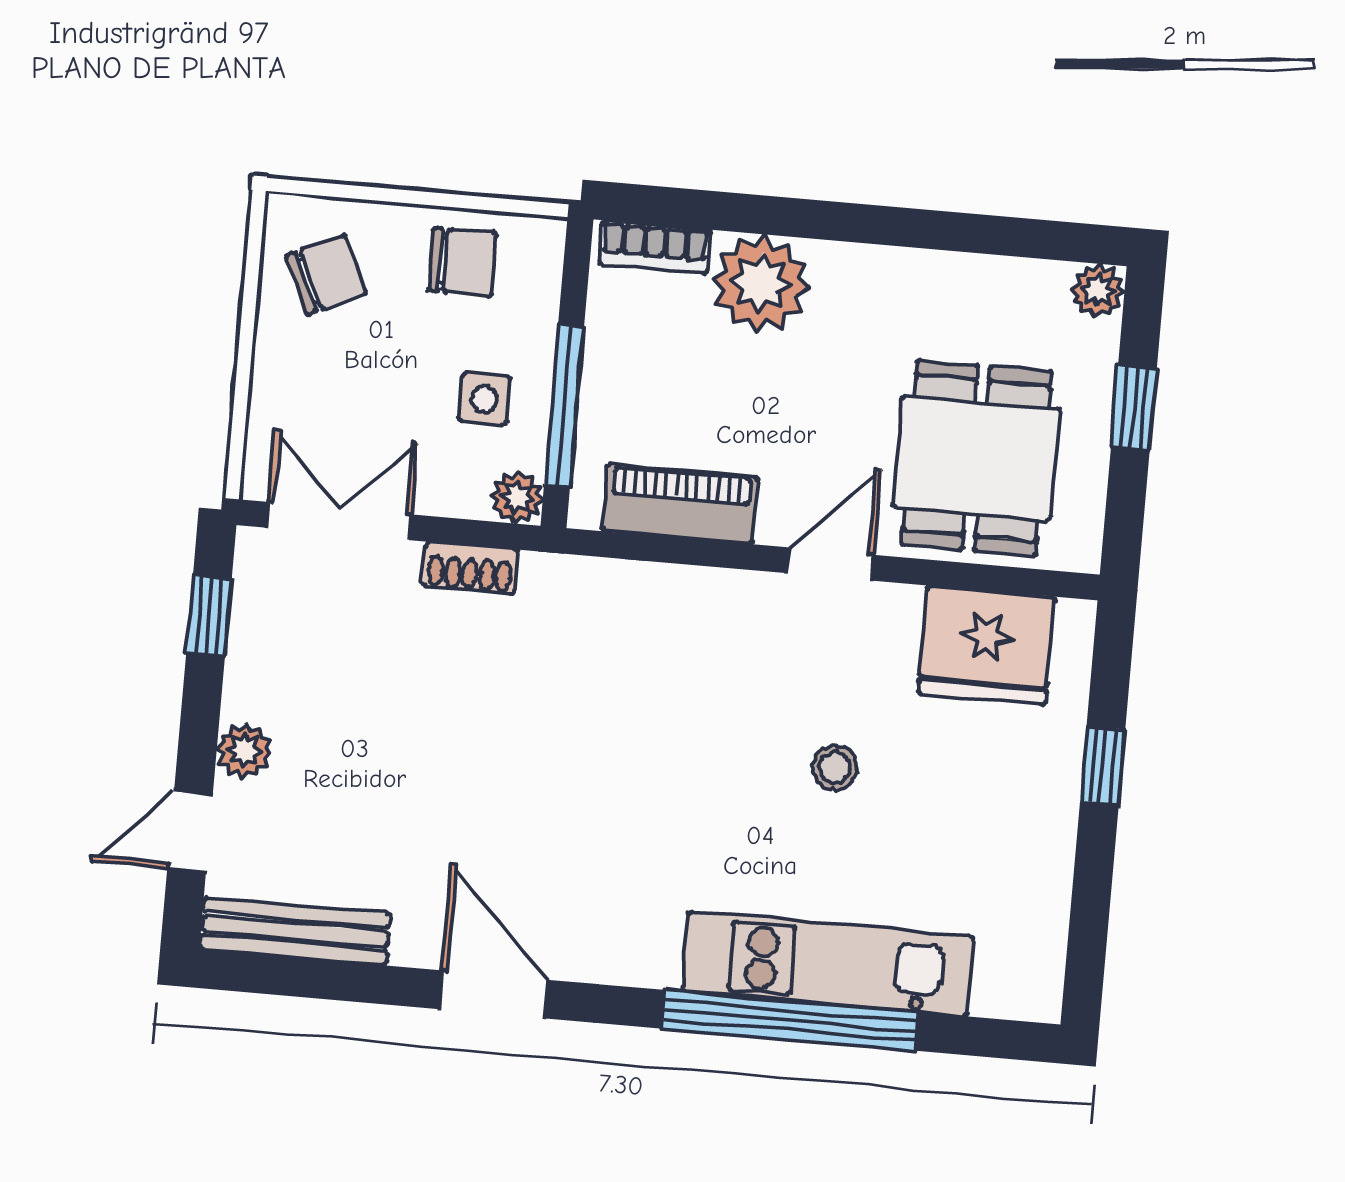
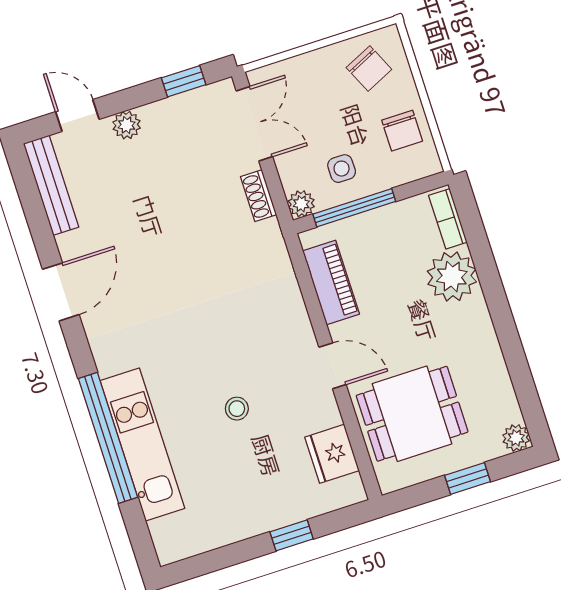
fridge: (986, 645) -> (332, 454), width x0.73, depth x0.75

